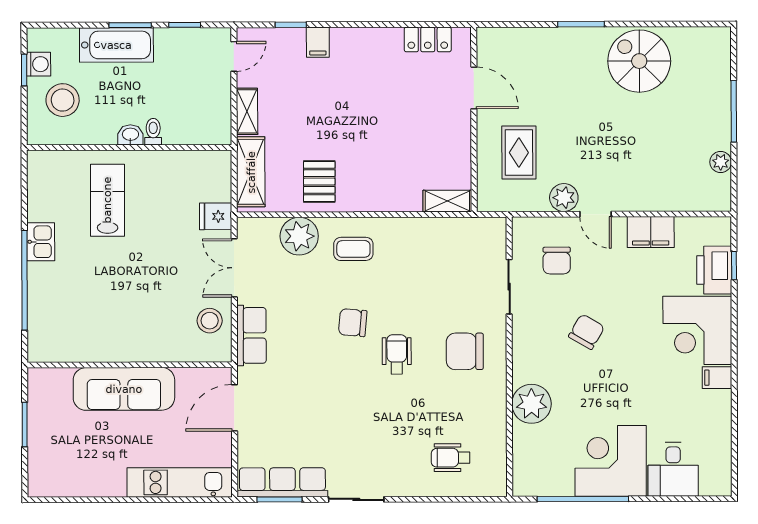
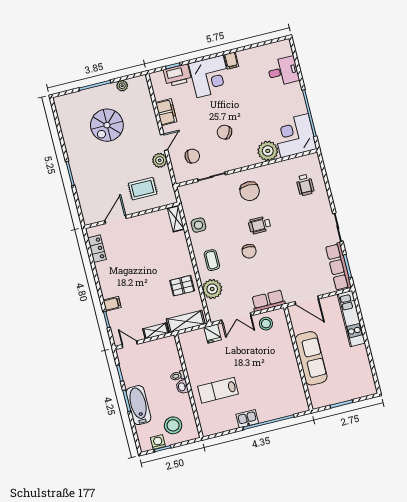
spiral stairs: (639, 61) -> (107, 125), moved
side table: (425, 240) -> (198, 225), added
corner desk: (611, 461) -> (295, 136), moved, turned 90

